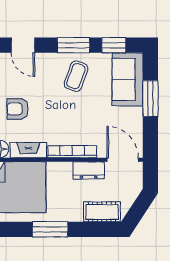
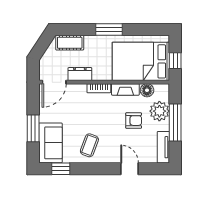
window: (74, 45) -> (91, 169), removed
bookcase: (72, 152) -> (99, 88), width x0.64
door: (123, 160) -> (54, 82), hinge flipped

